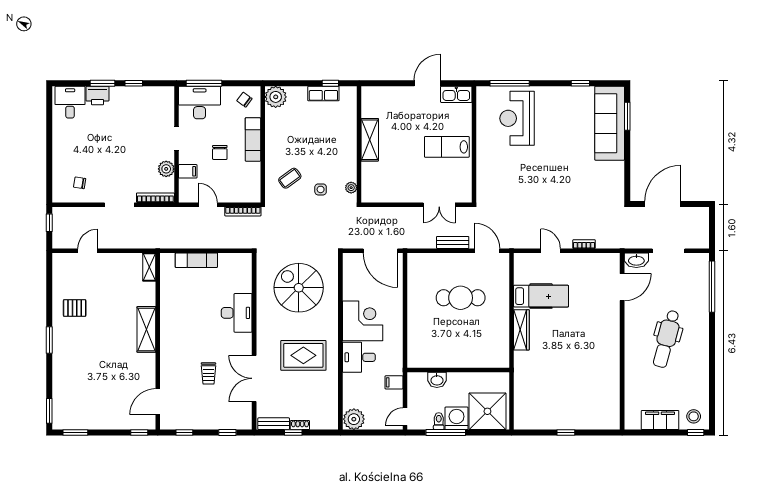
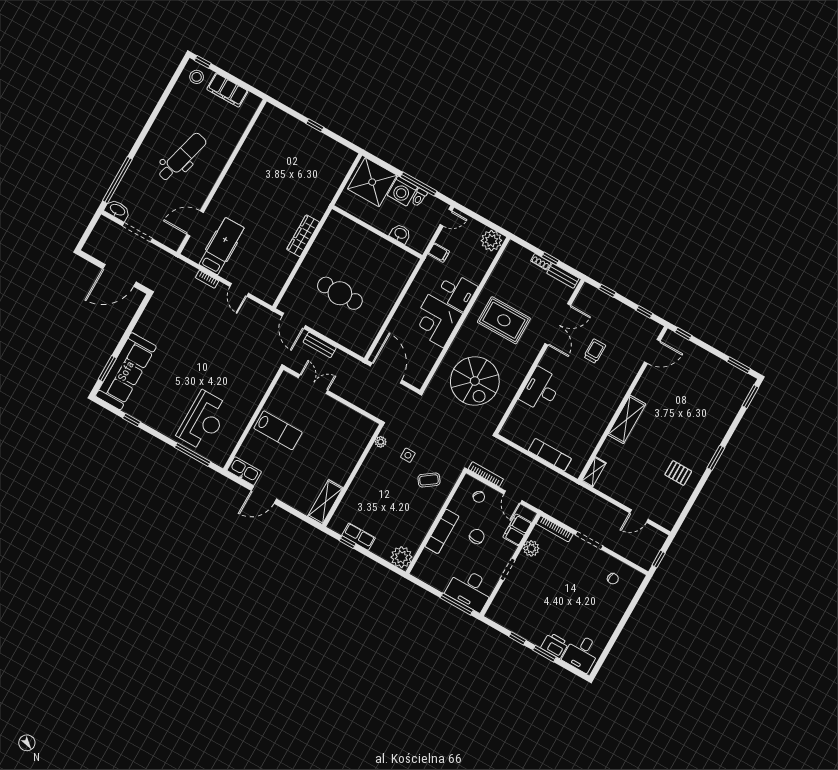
chair: (244, 100) -> (479, 497), moved
shelving: (370, 140) -> (325, 502), moved
filing cabinet: (188, 171) -> (517, 530), width x2.00
washbasin: (636, 260) -> (117, 210), moved
hospital bed: (541, 296) -> (222, 246), moved, turned 90

